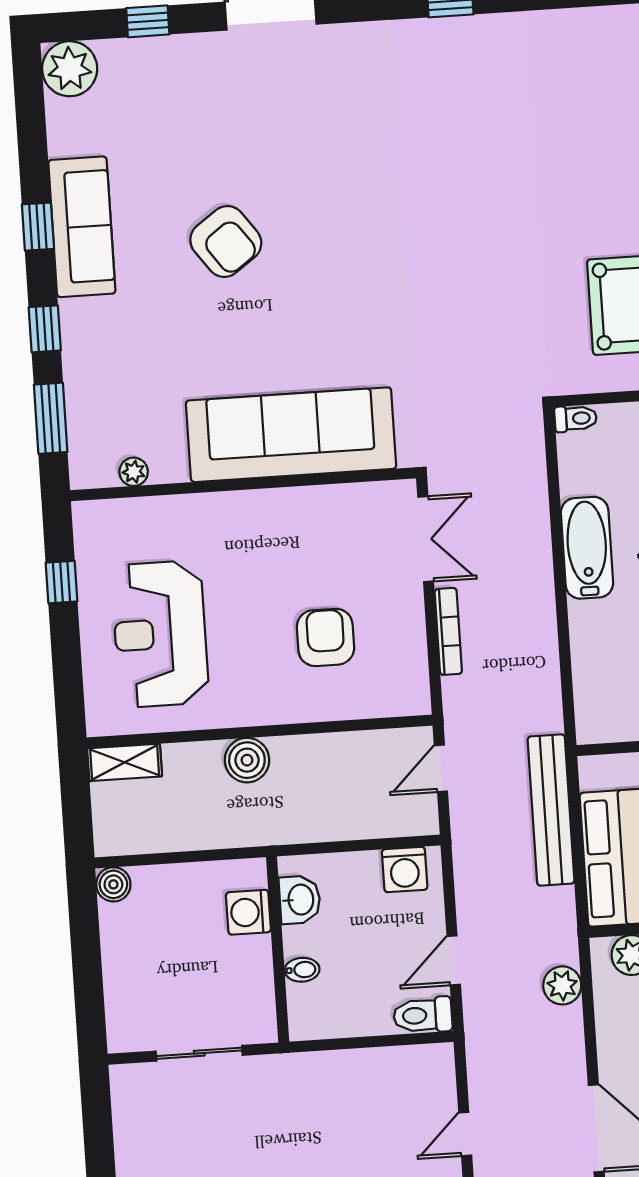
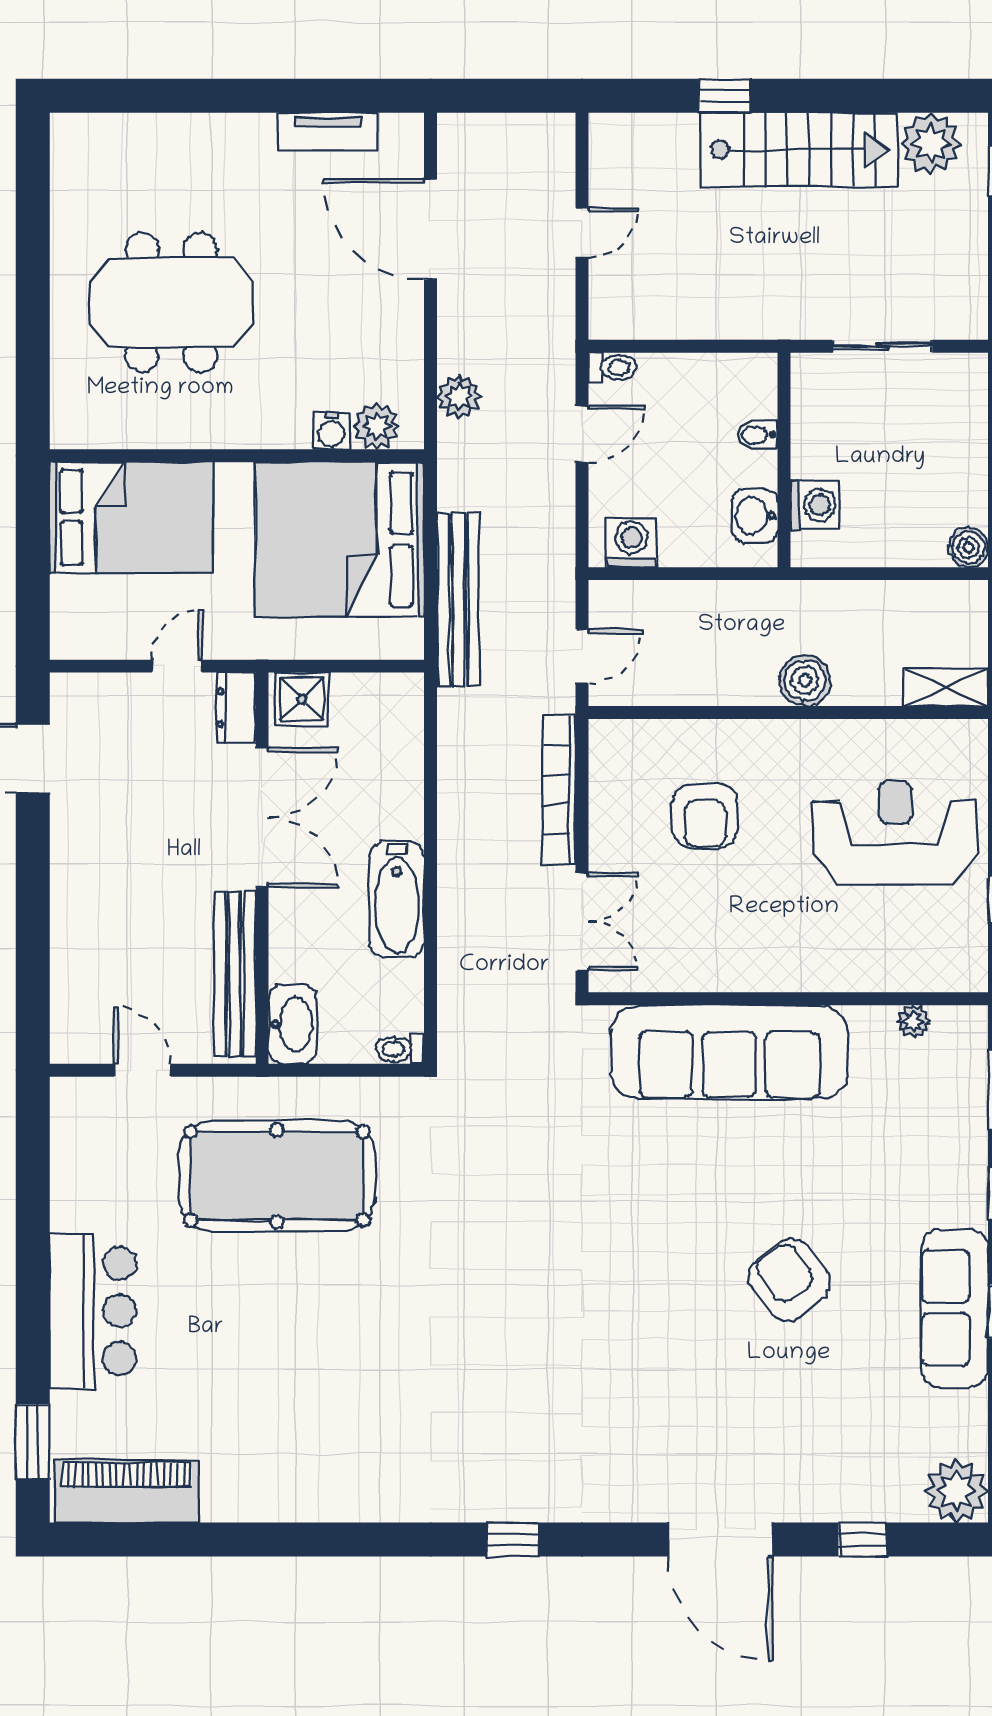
double door: (426, 539) -> (582, 921), swing flipped
bookcase: (448, 631) -> (559, 789), width x1.48, depth x1.31
reception desk: (160, 634) -> (895, 833), turned -90
toilet: (423, 1015) -> (612, 367), width x0.73, depth x0.72

